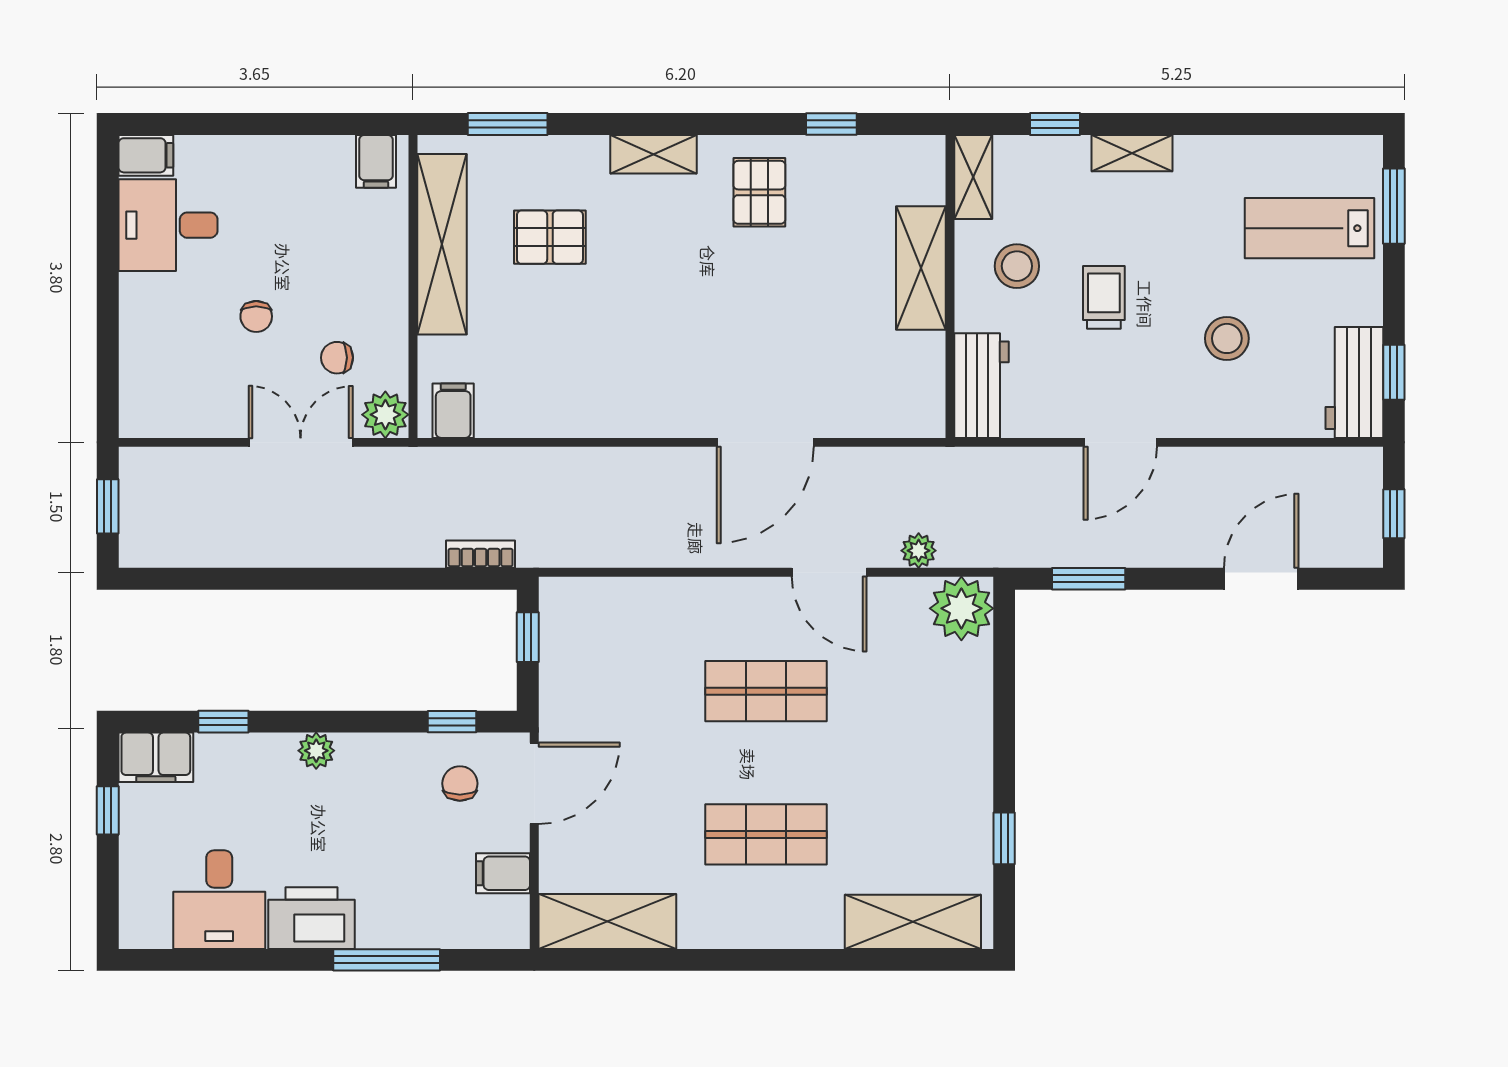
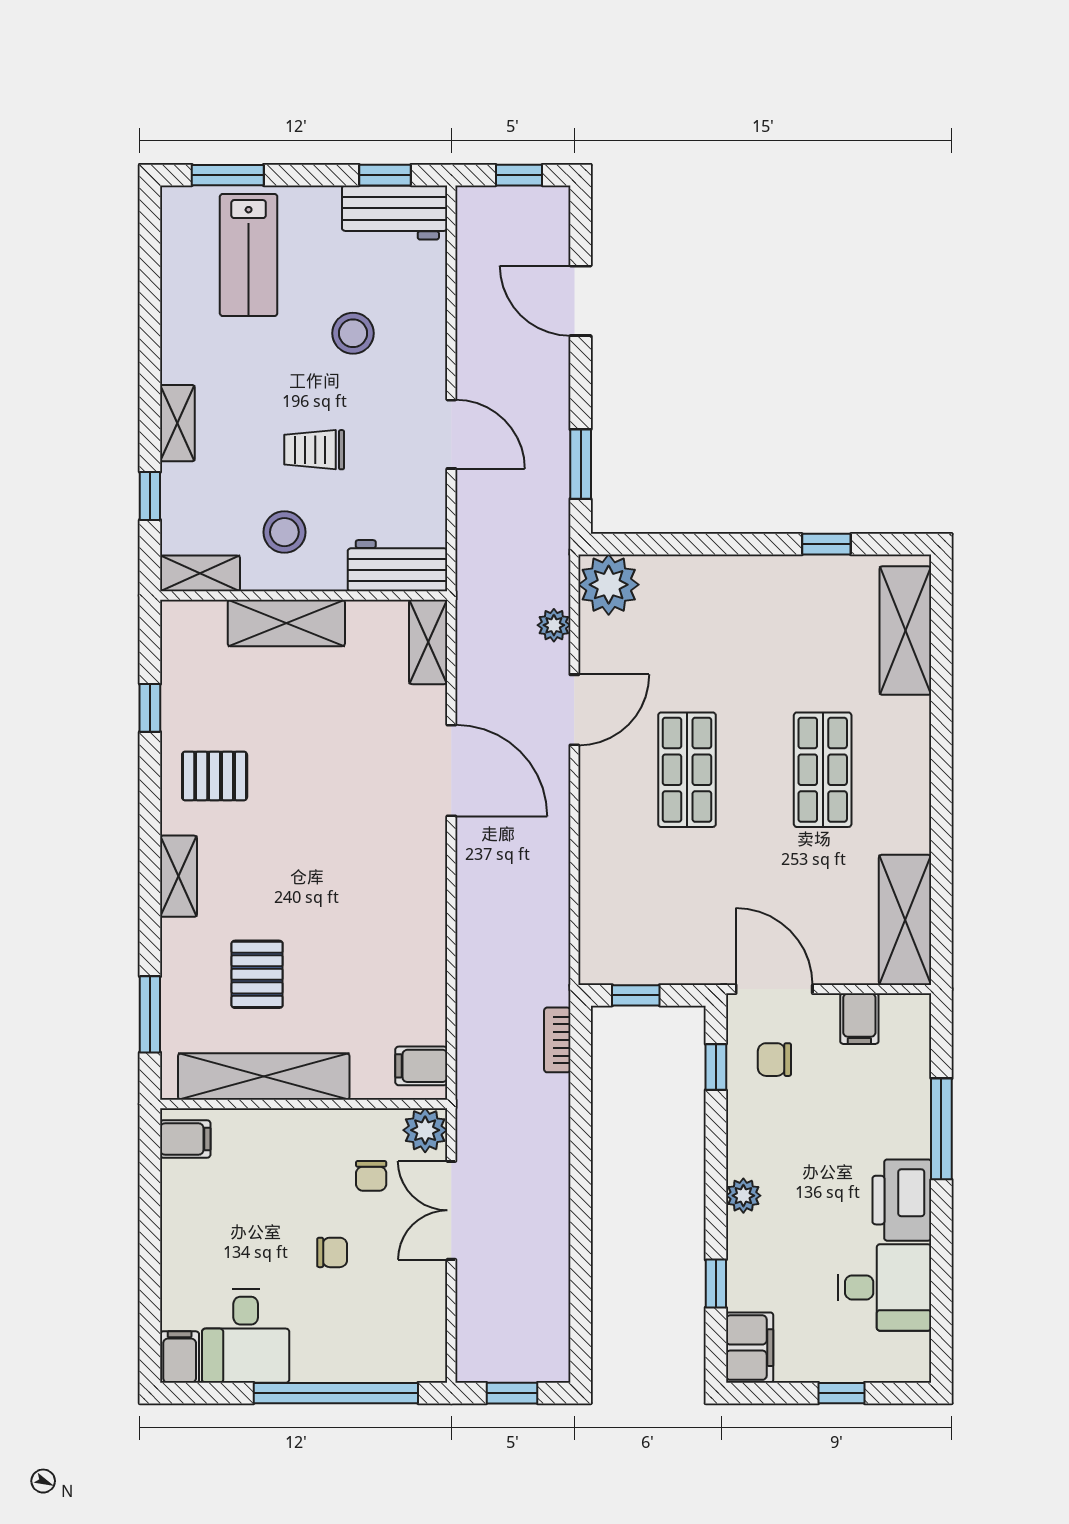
window: (108, 320) -> (336, 1393), added
shelving: (901, 418) -> (428, 642), added
window: (108, 810) -> (841, 1393), moved

